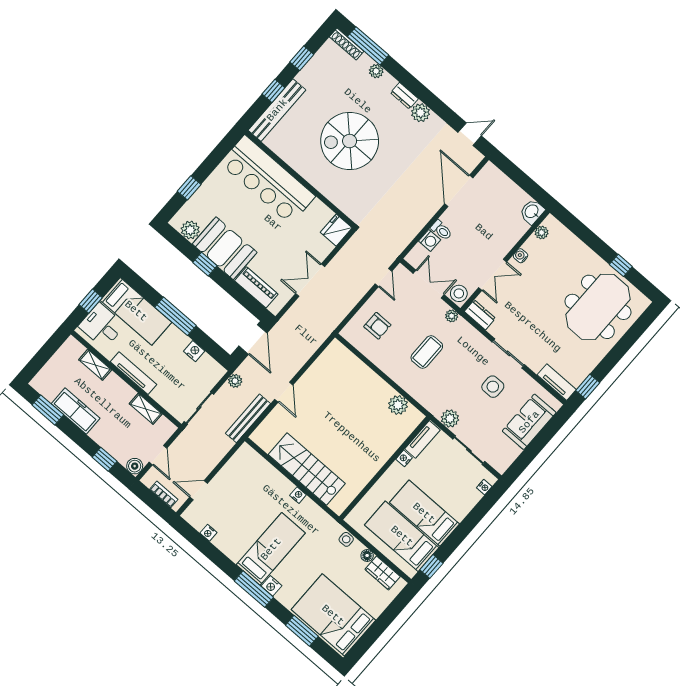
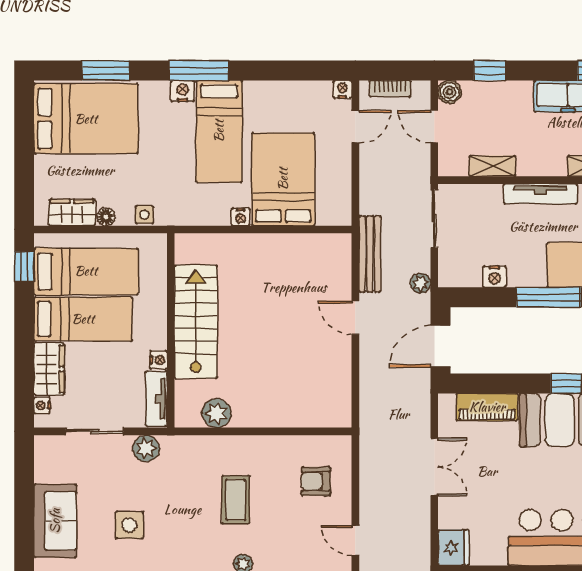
door: (253, 339) -> (440, 346), hinge flipped
stairs: (307, 469) -> (196, 322), moved, turned -90
bed: (259, 496) -> (283, 179), added
wardrobe: (464, 503) -> (49, 369), added
nightstand: (208, 533) -> (342, 89), moved

